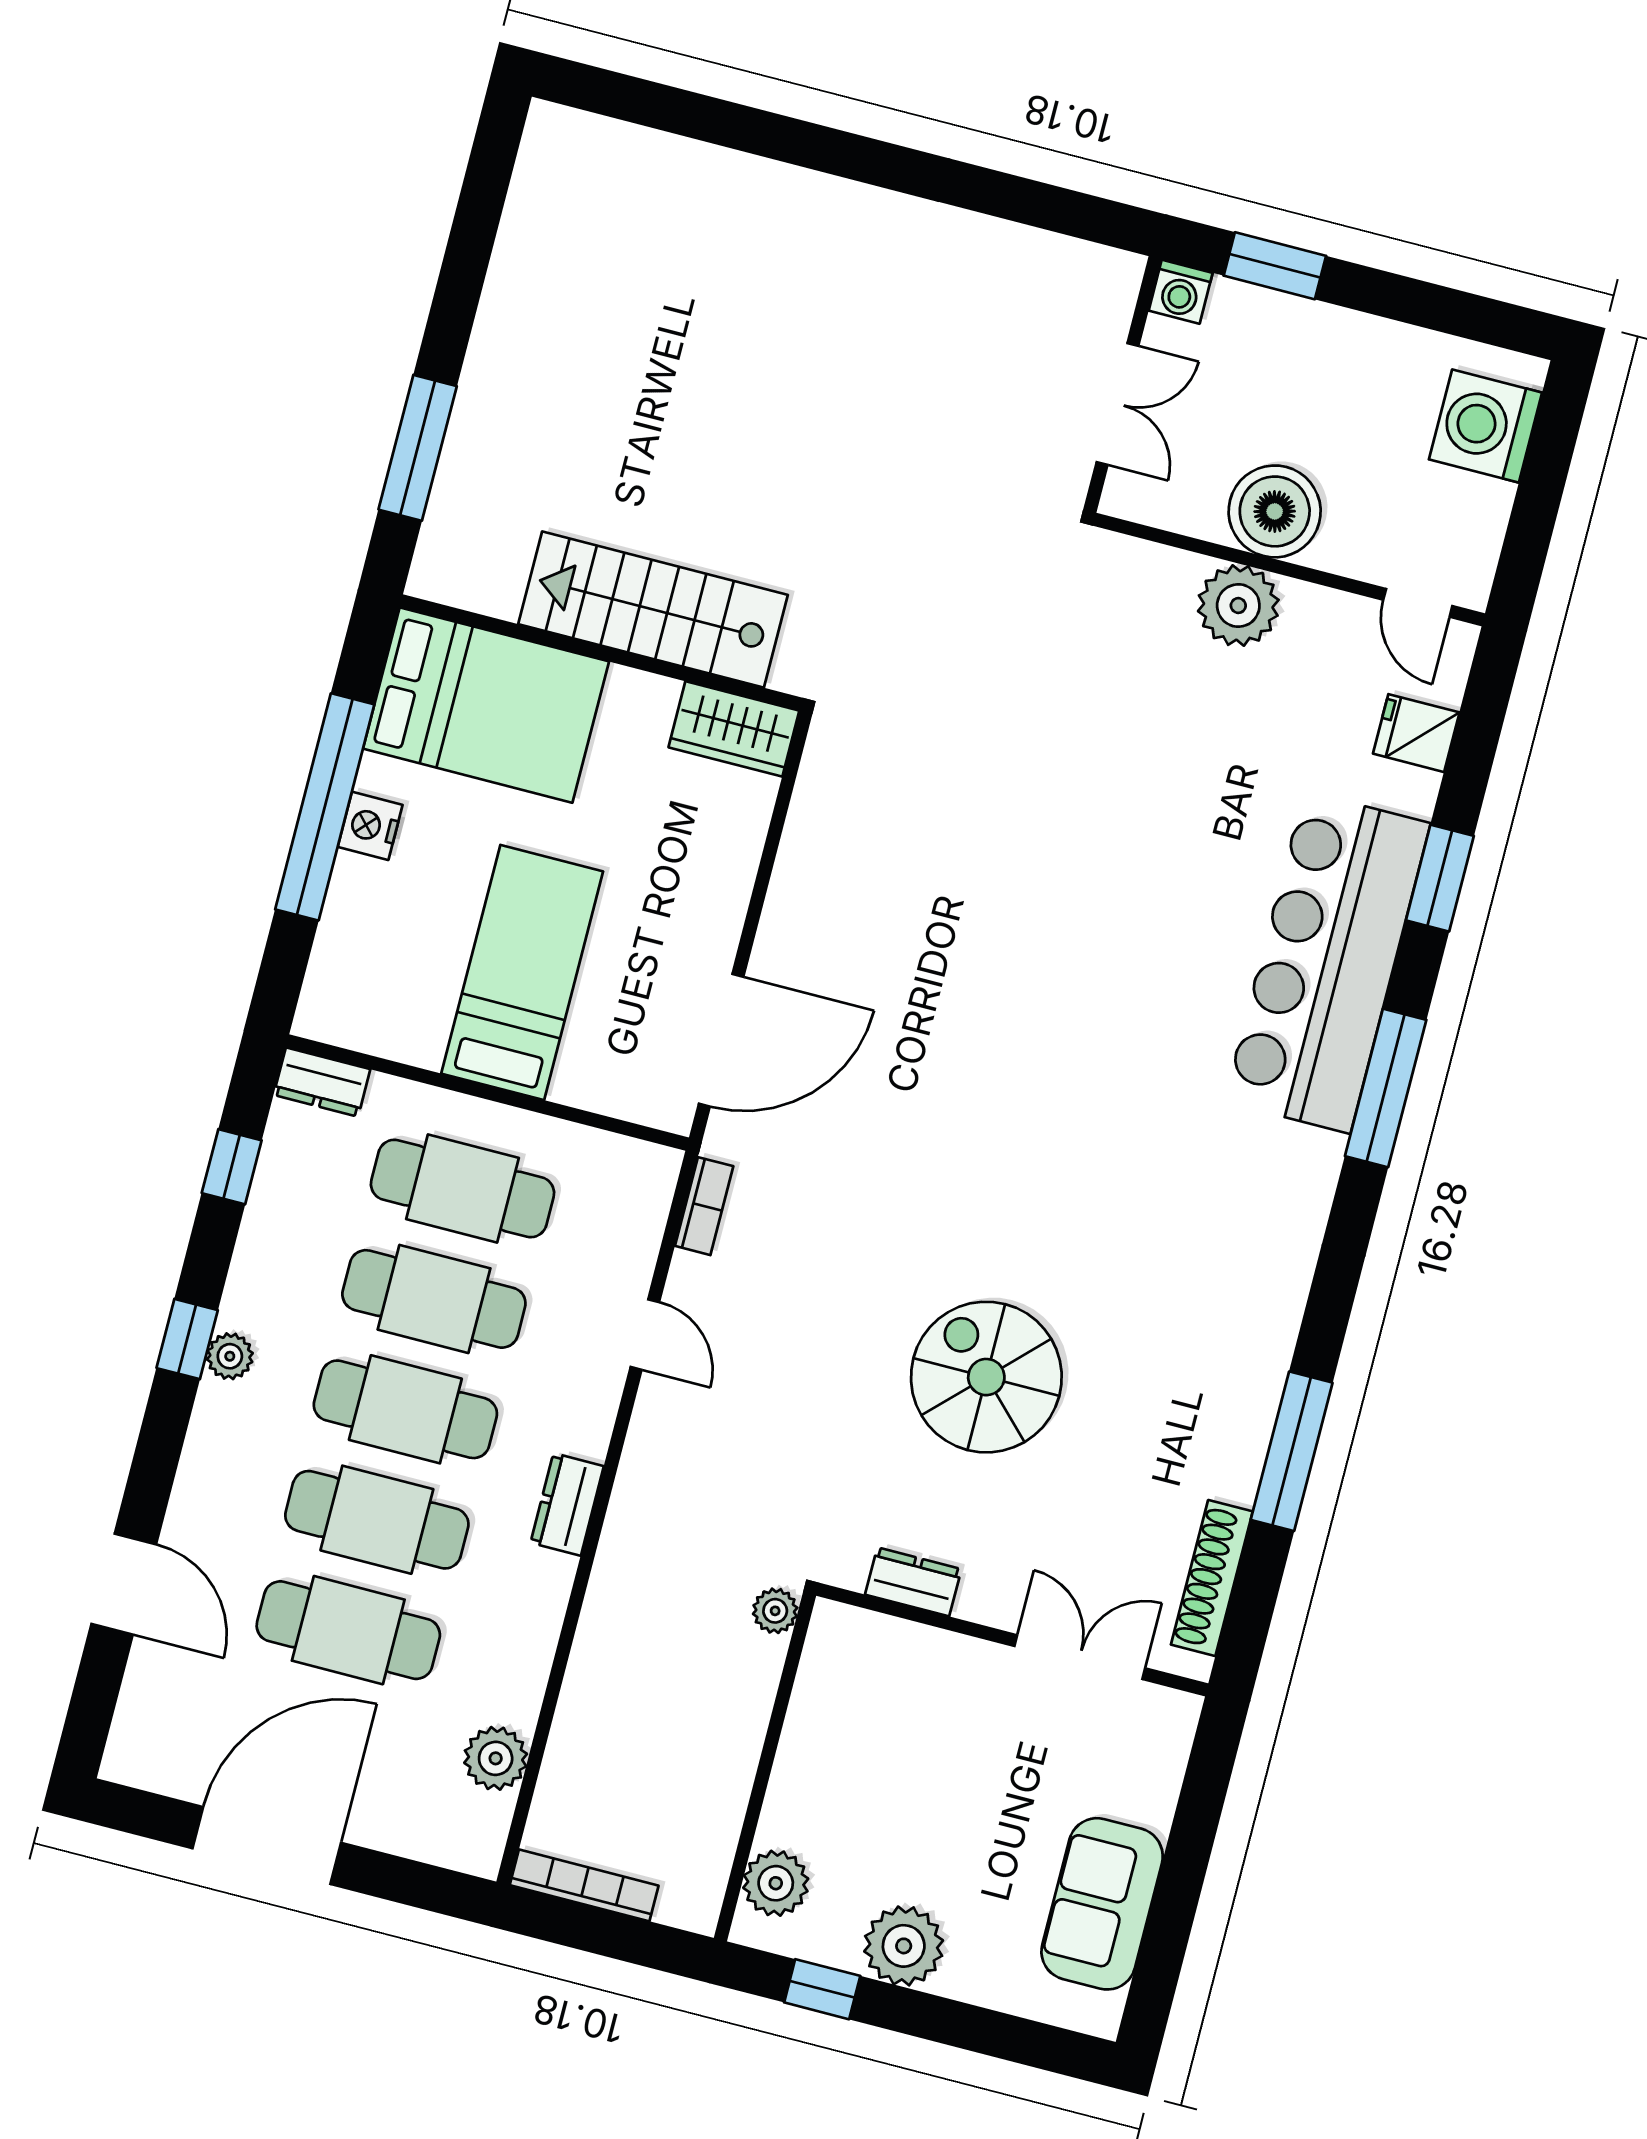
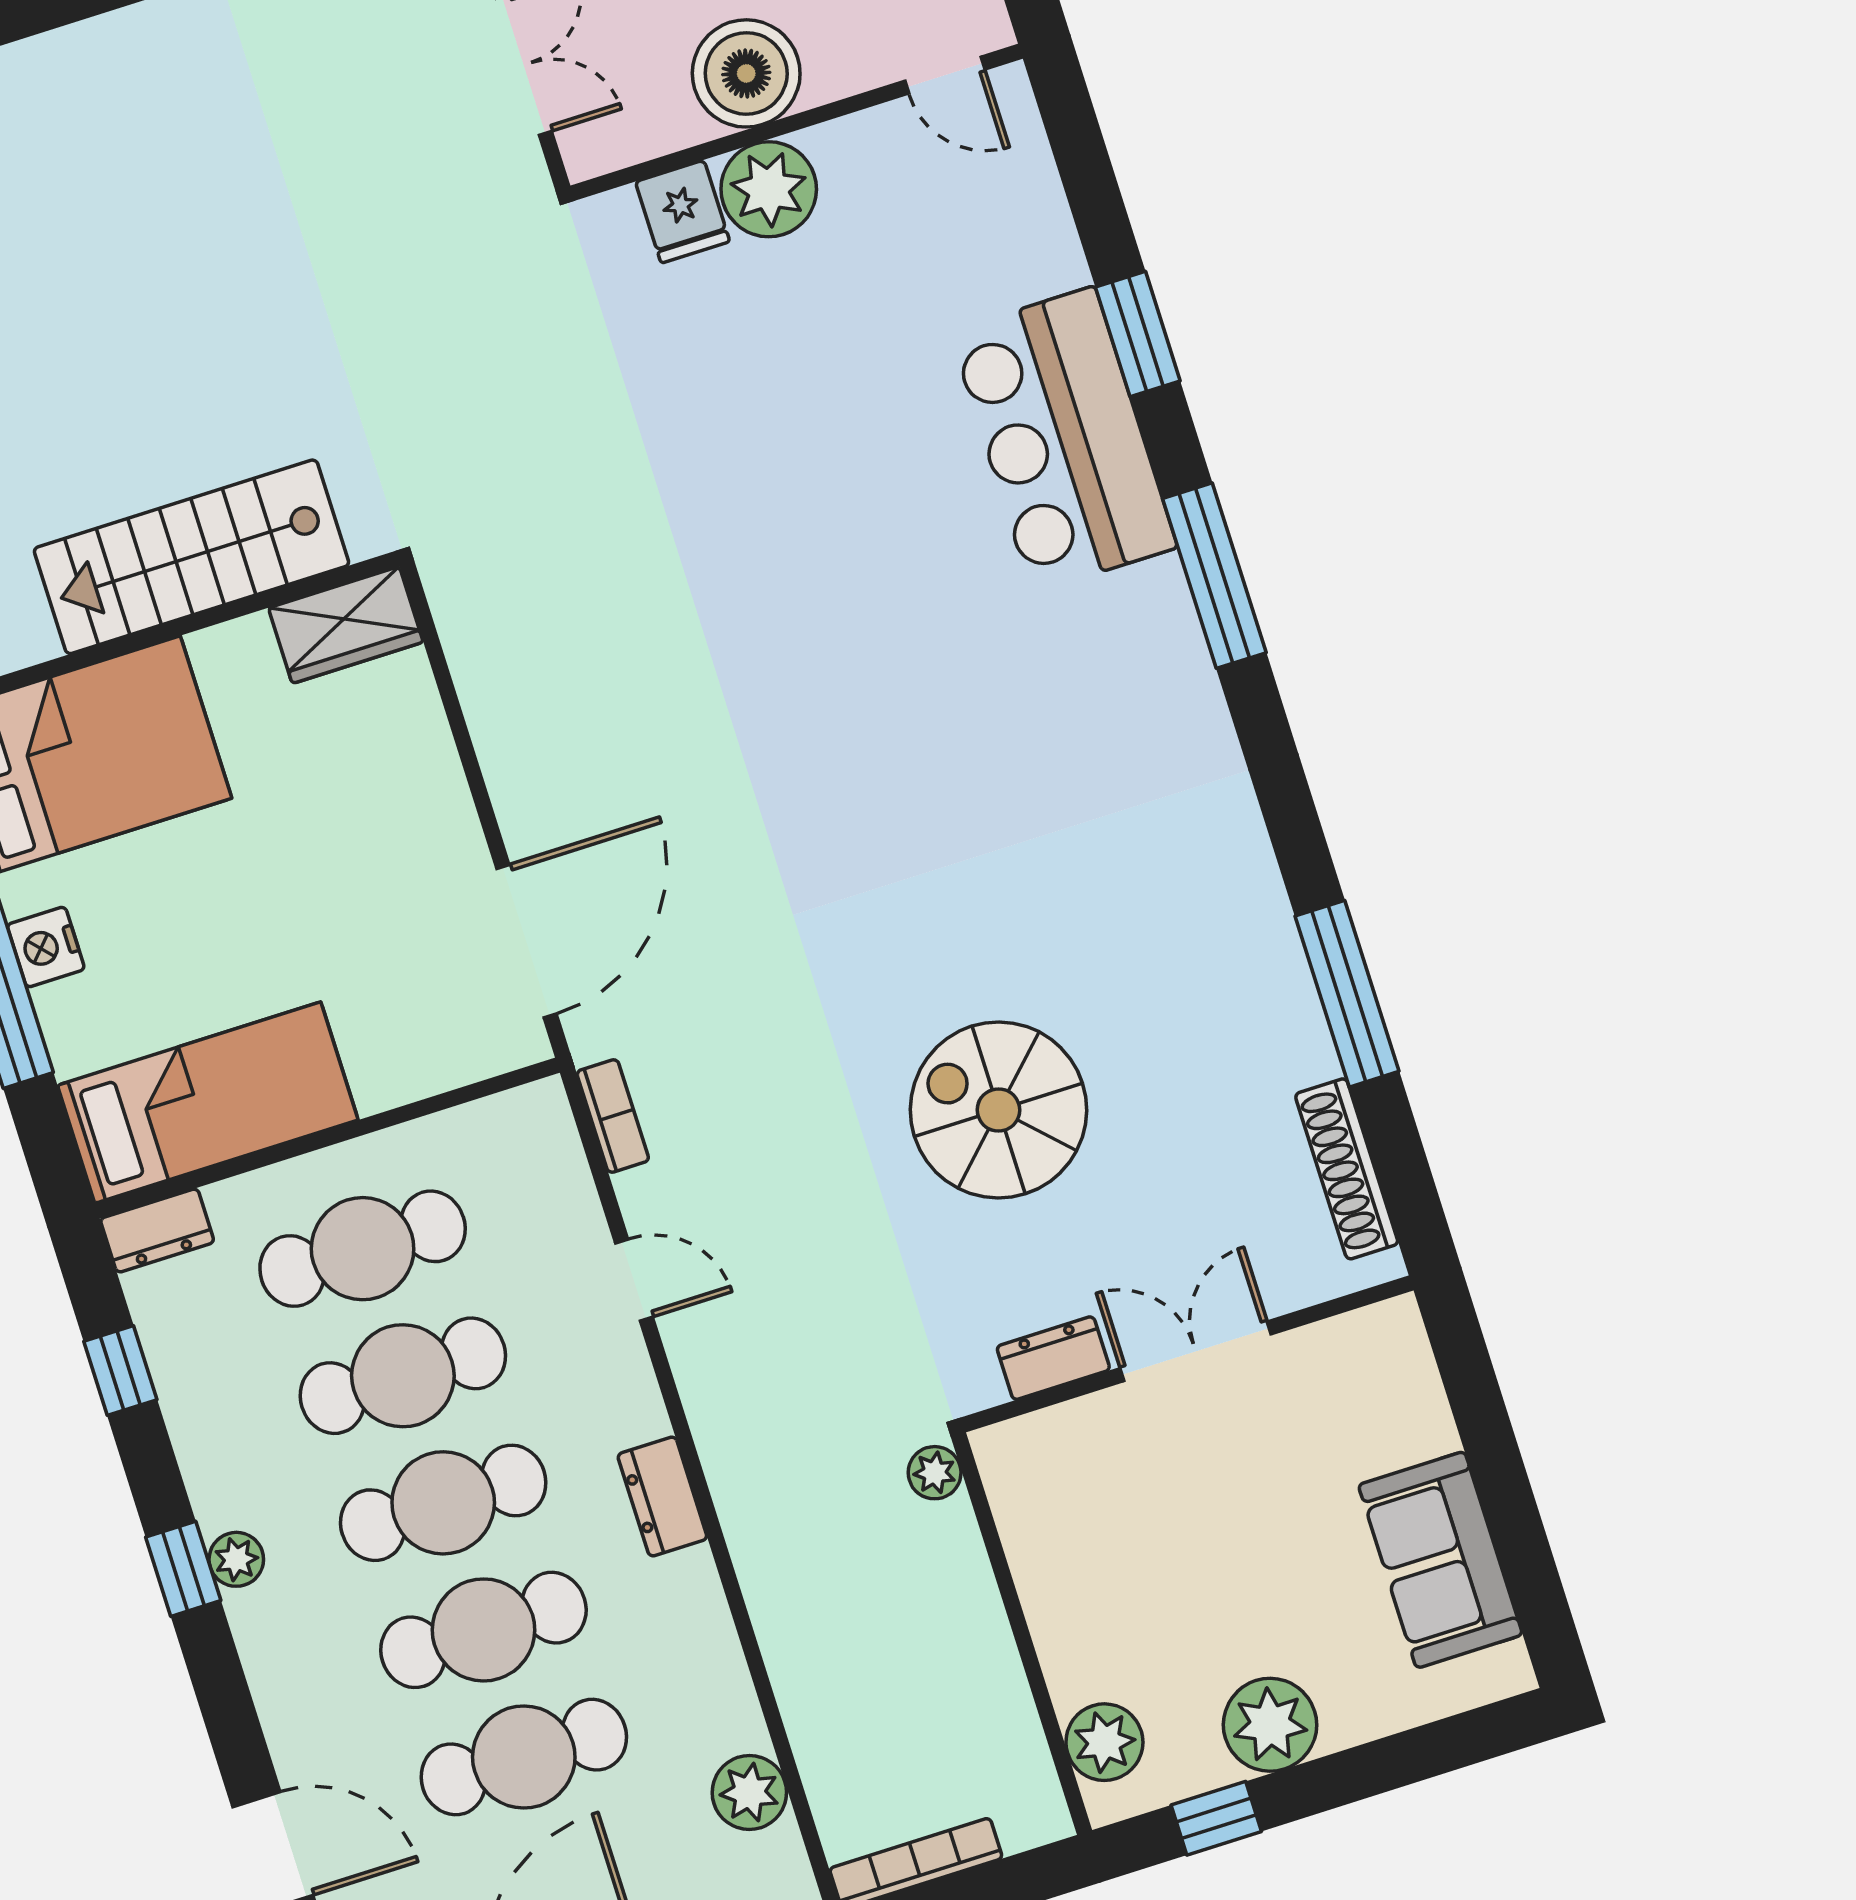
fridge: (1416, 733) -> (683, 212), moved, turned -90
bar counter: (1327, 962) -> (1063, 440), width x0.73
bed: (522, 972) -> (208, 1103), moved, turned 90
double door: (1080, 1657) -> (1196, 1351), moved

